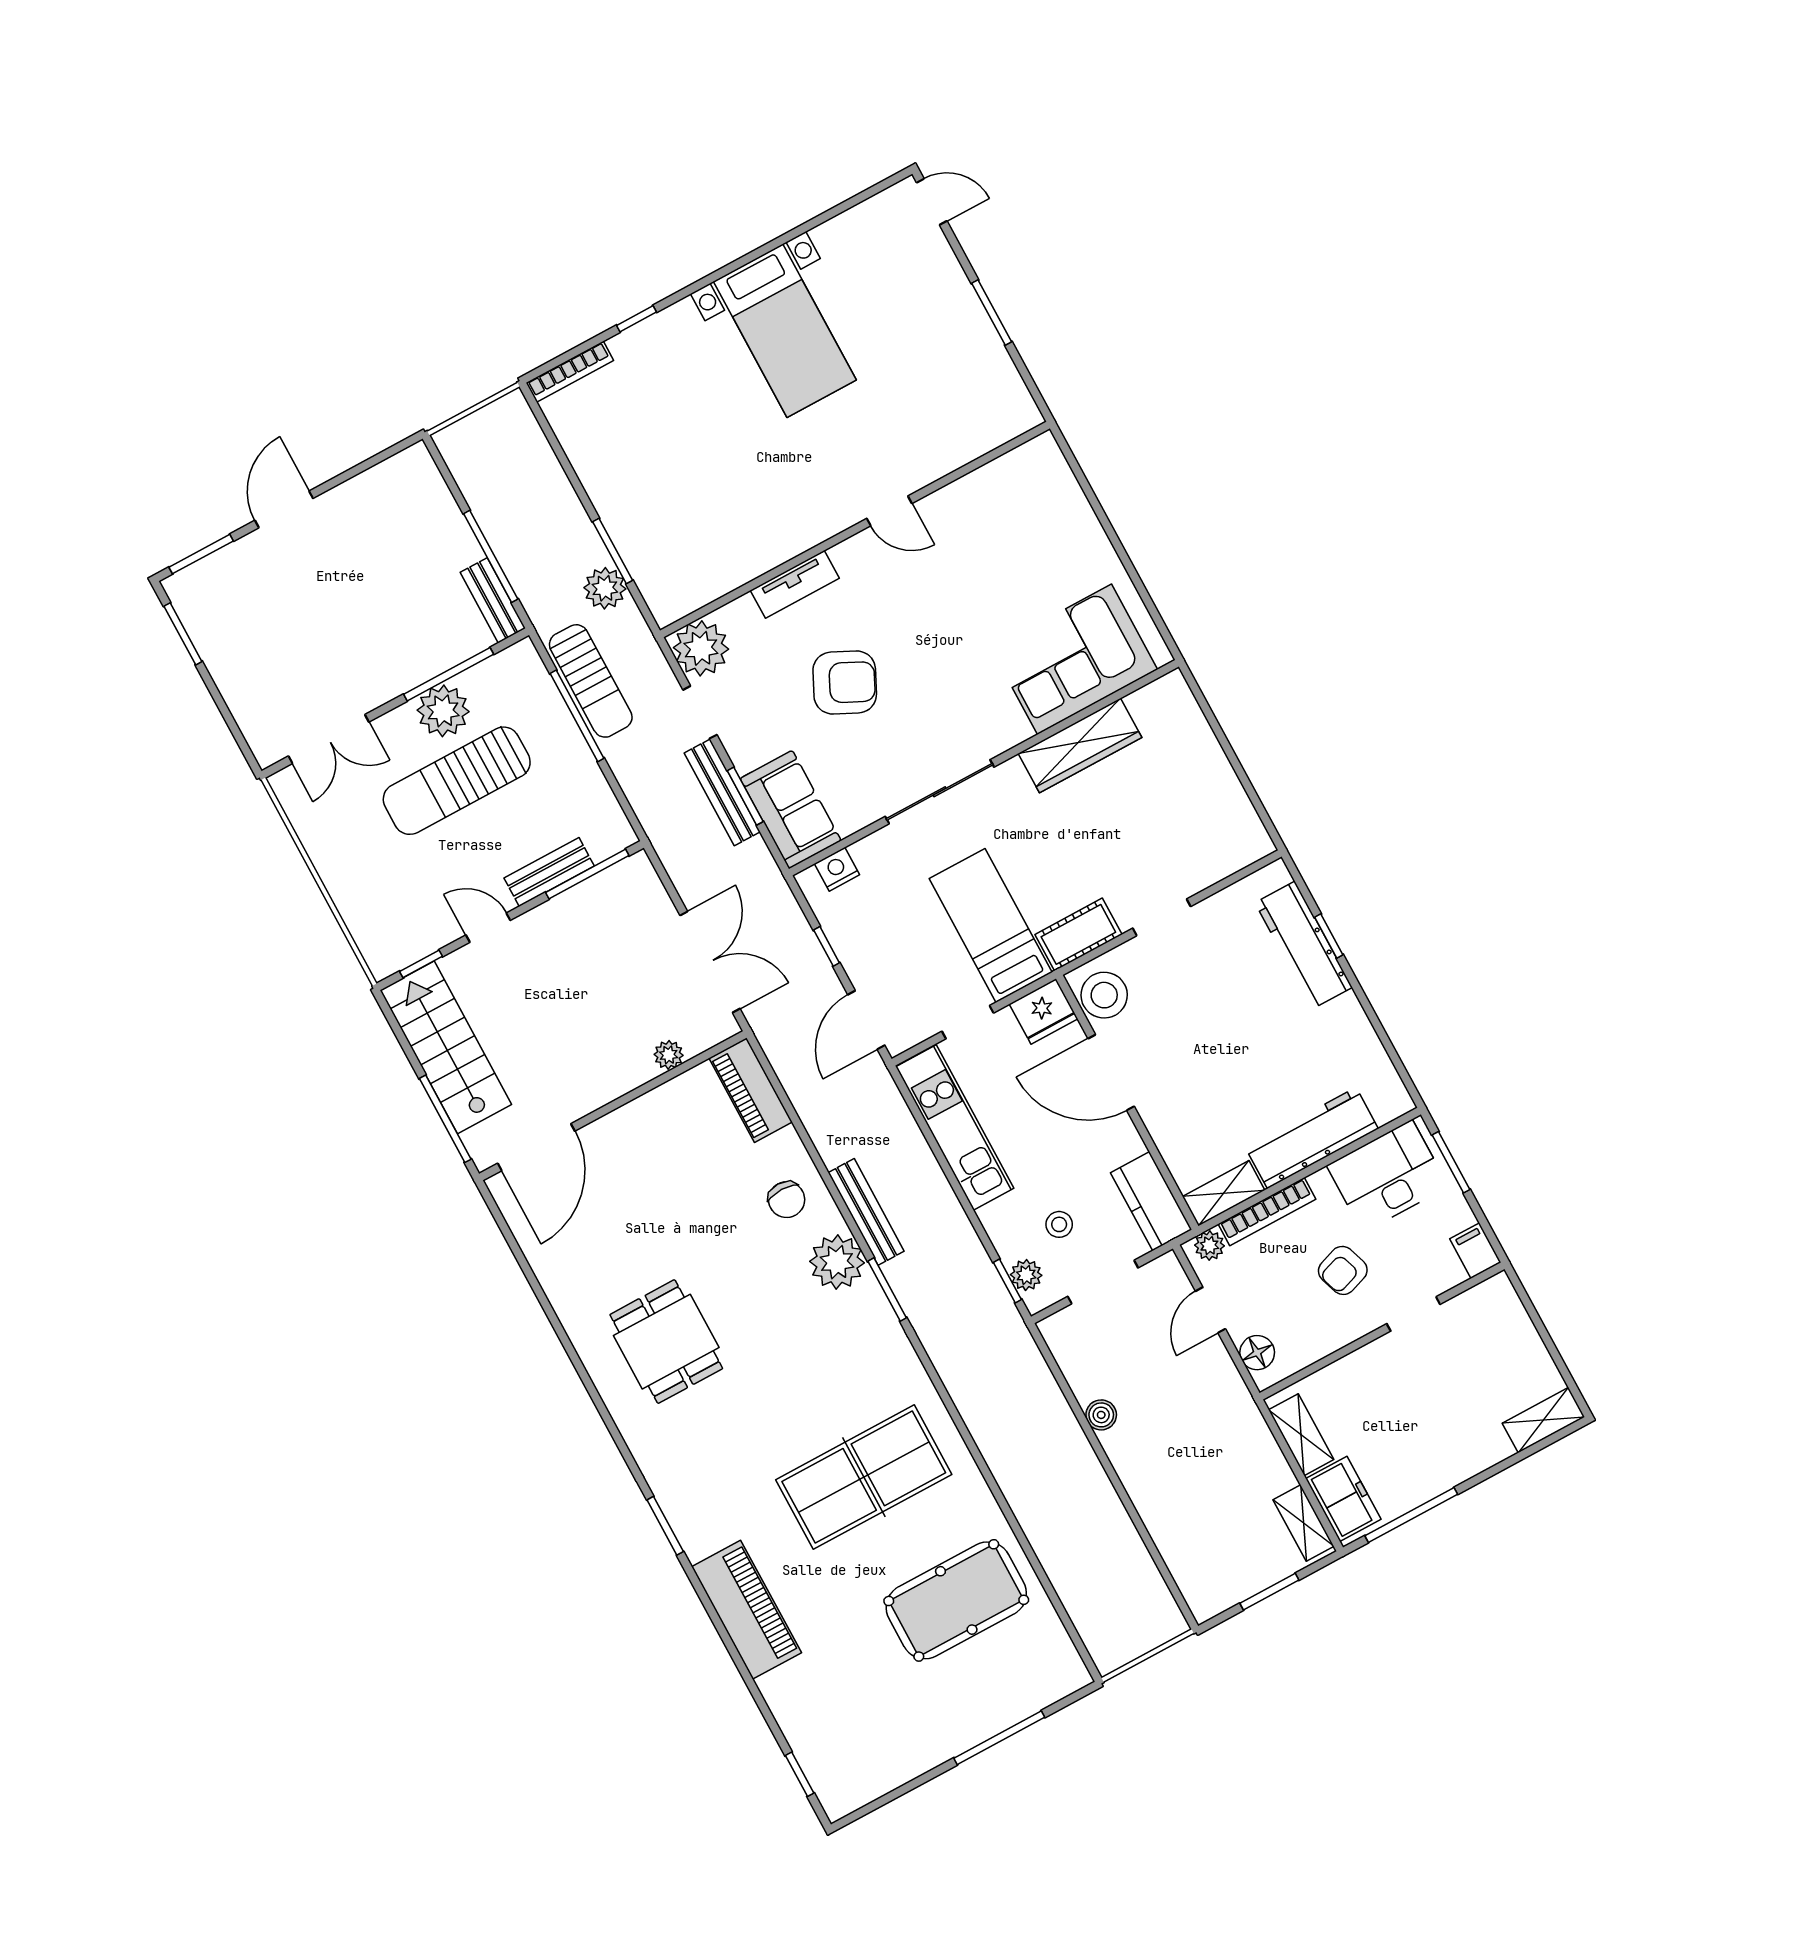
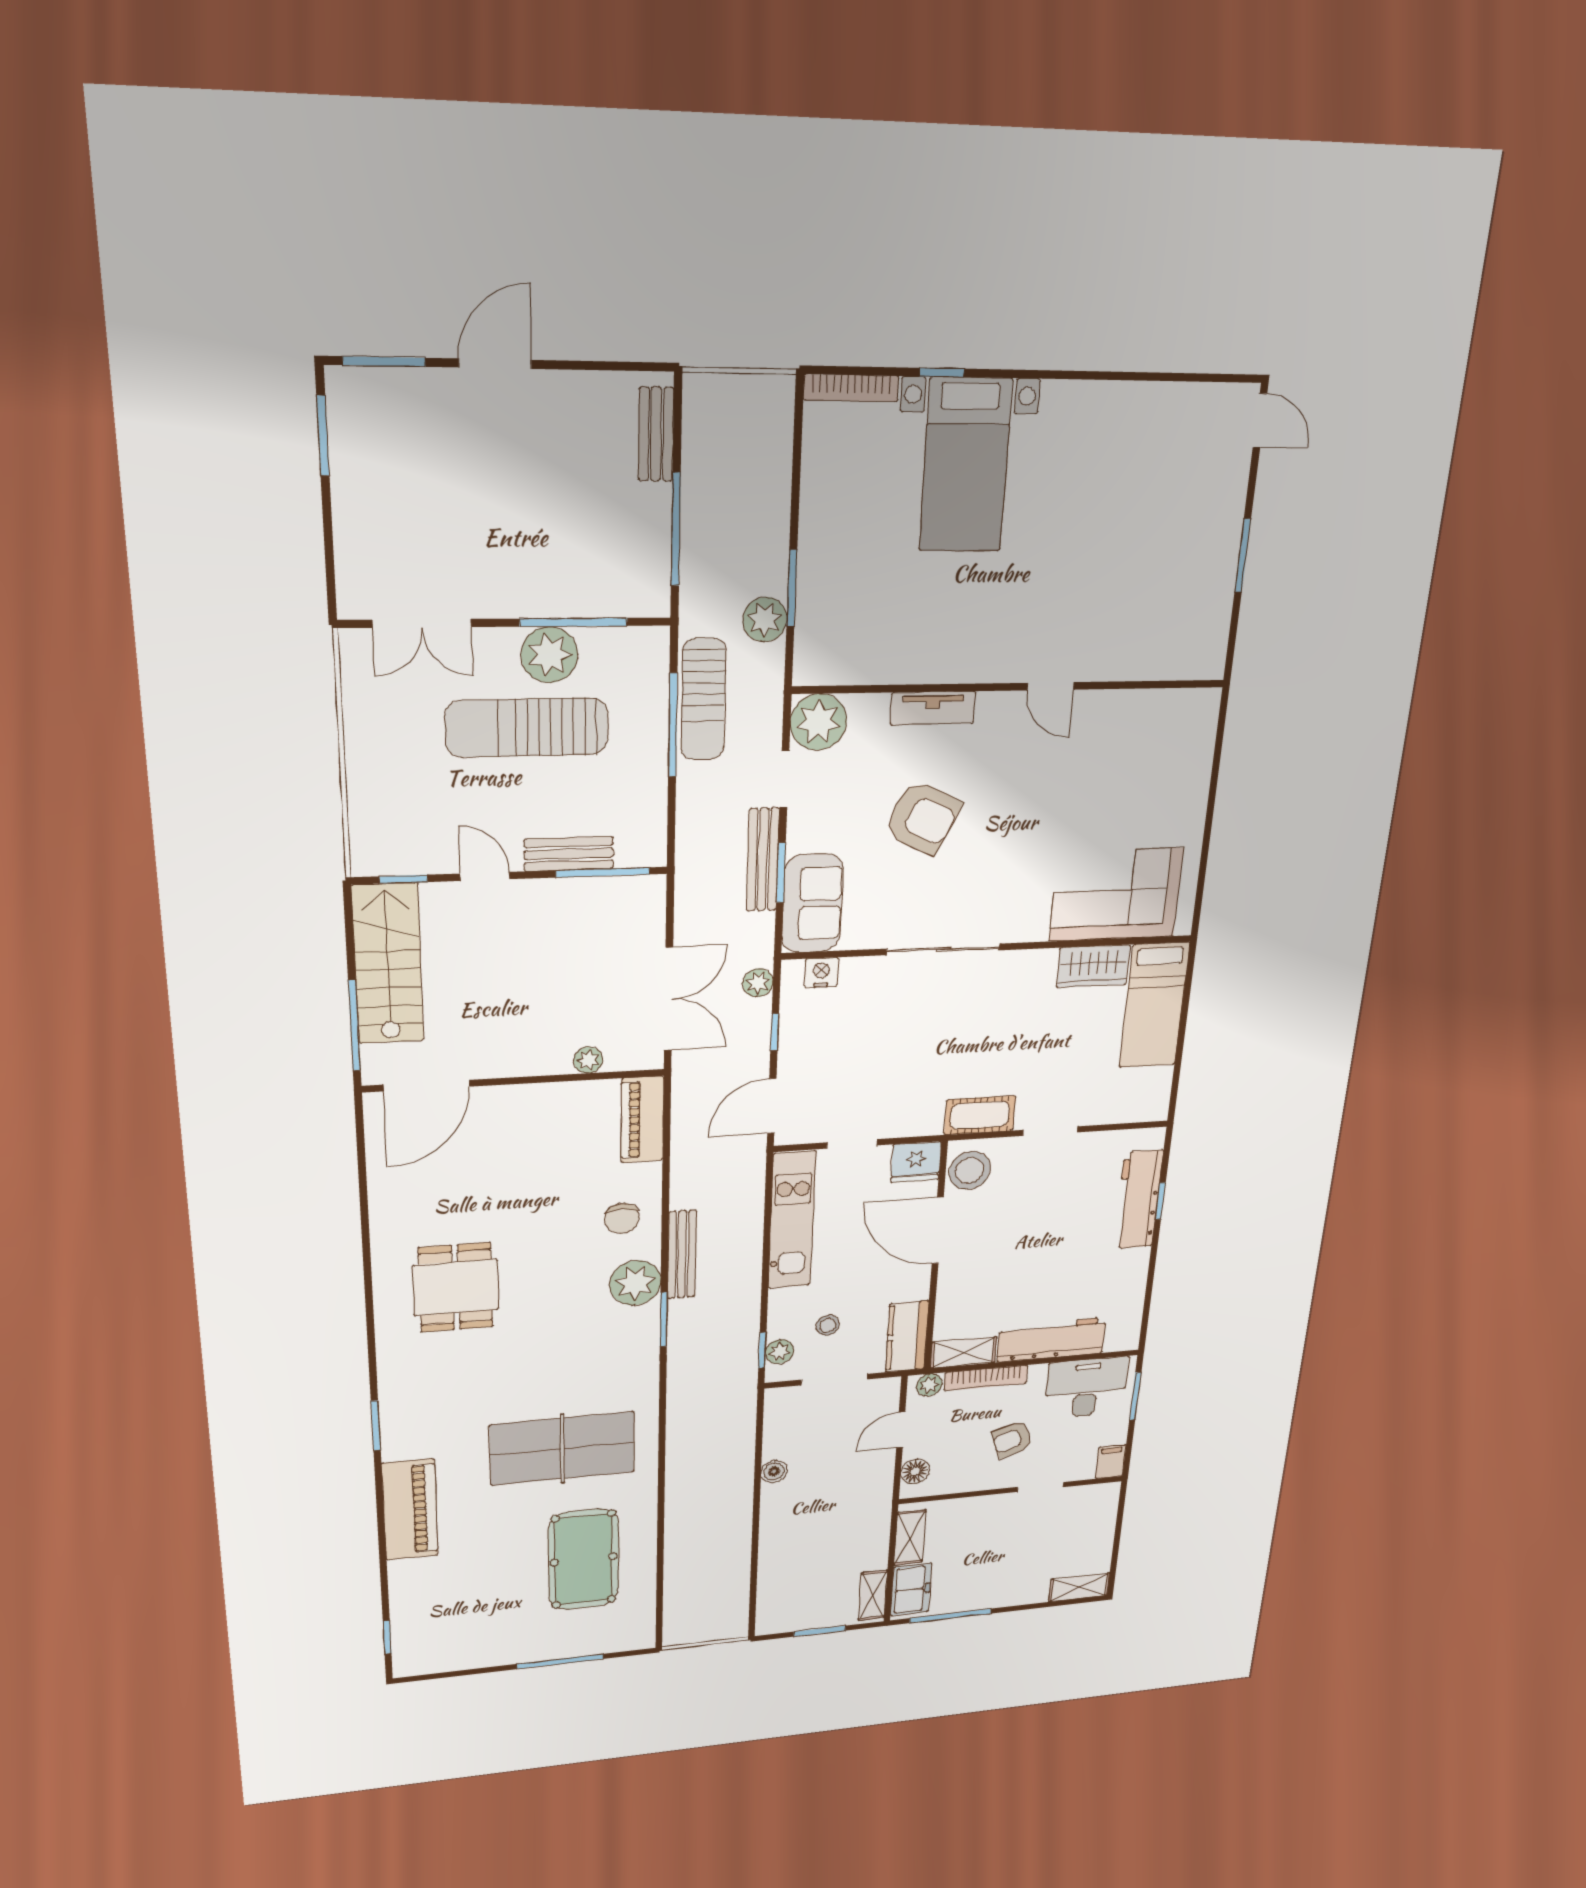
bed with nightstands: (785, 331) -> (966, 465), moved
bench: (493, 600) -> (656, 434), moved
wardrobe: (1080, 746) -> (1093, 966), width x0.67
plant: (783, 907) -> (758, 983), added
bed: (991, 925) -> (1154, 1005), moved, turned 180
pool table: (956, 1600) -> (584, 1559), turned 90

